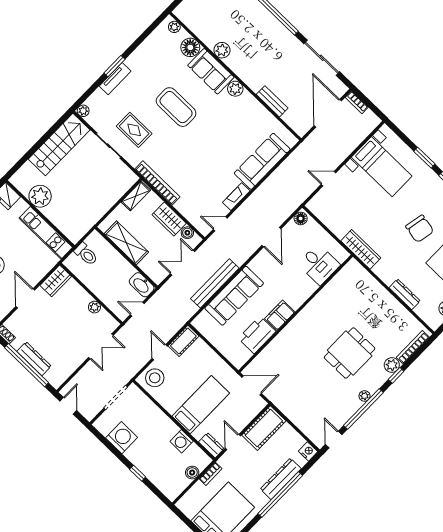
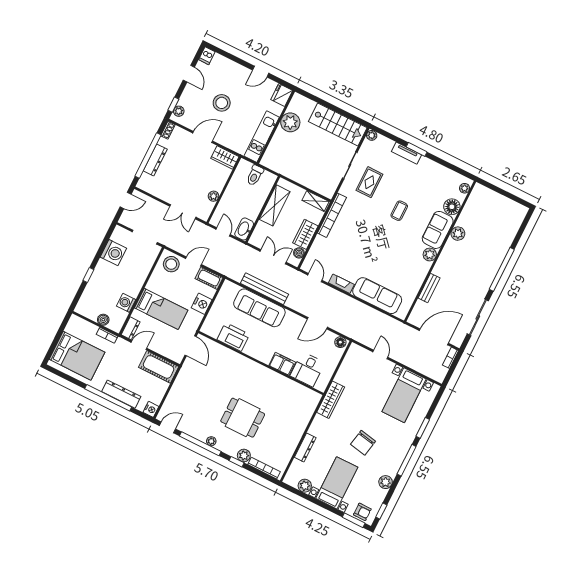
coffee table: (176, 107) -> (399, 211), width x0.54, depth x0.58
filing cabinet: (280, 315) -> (282, 364), moved
nightstand: (209, 358) -> (202, 304), added

